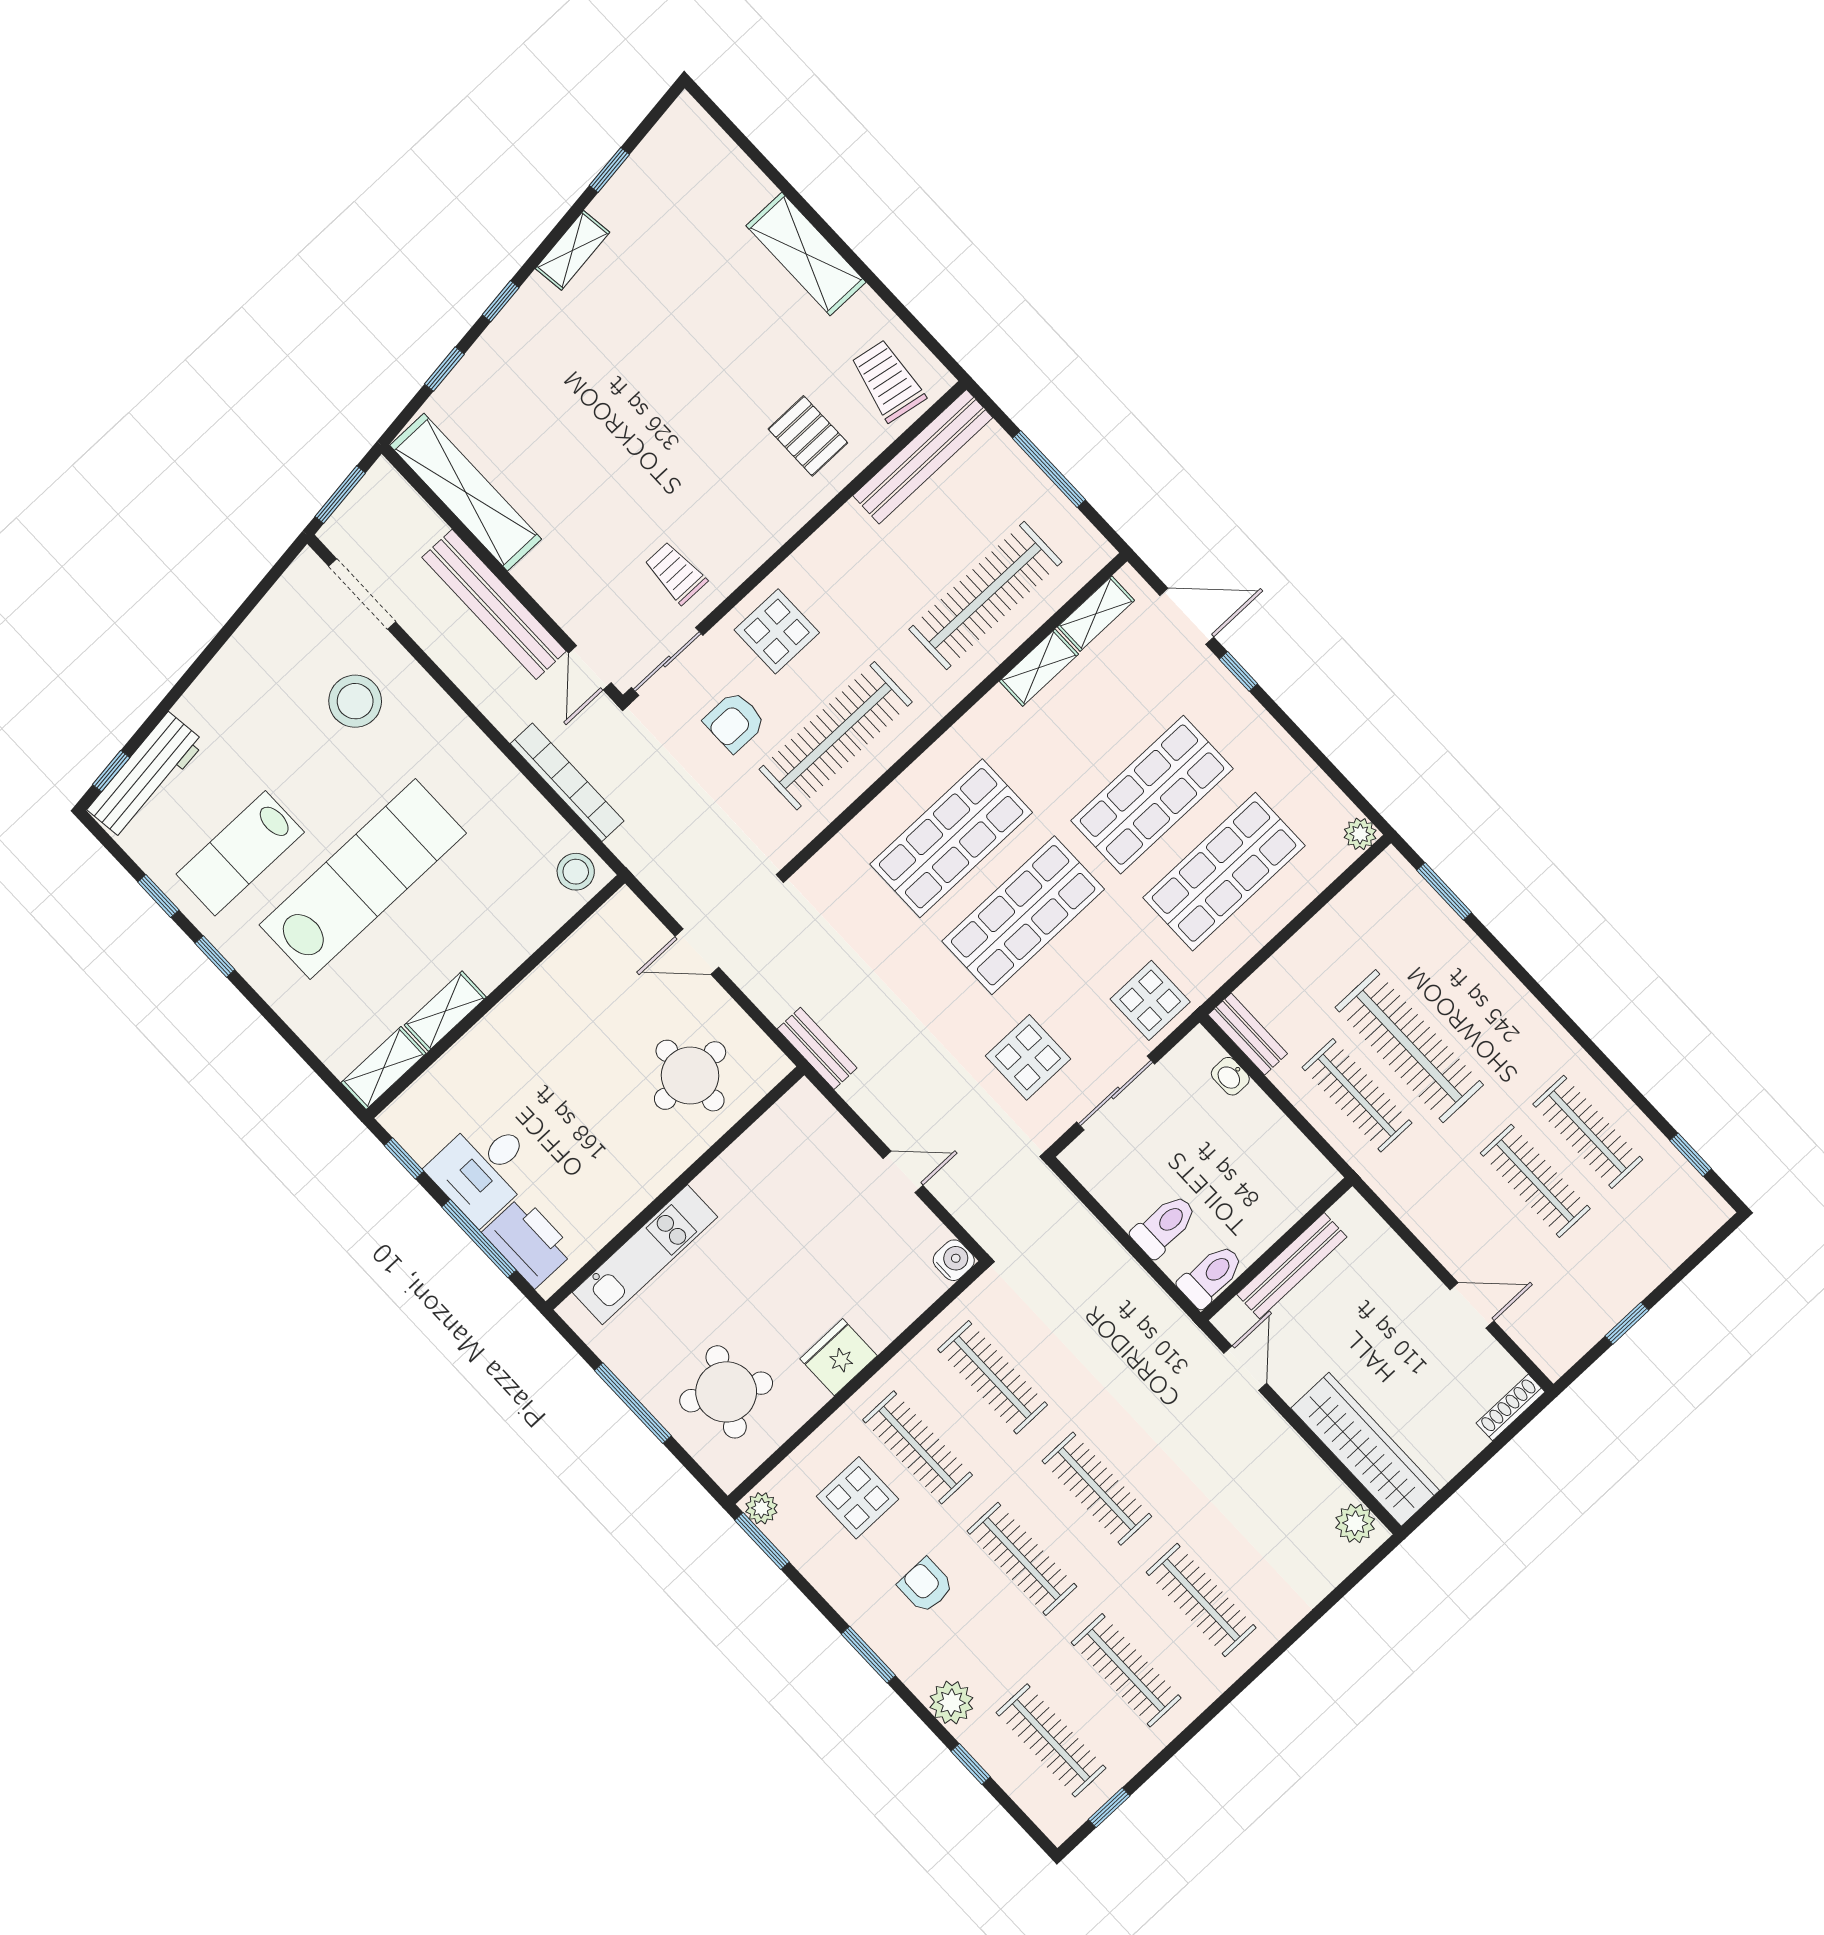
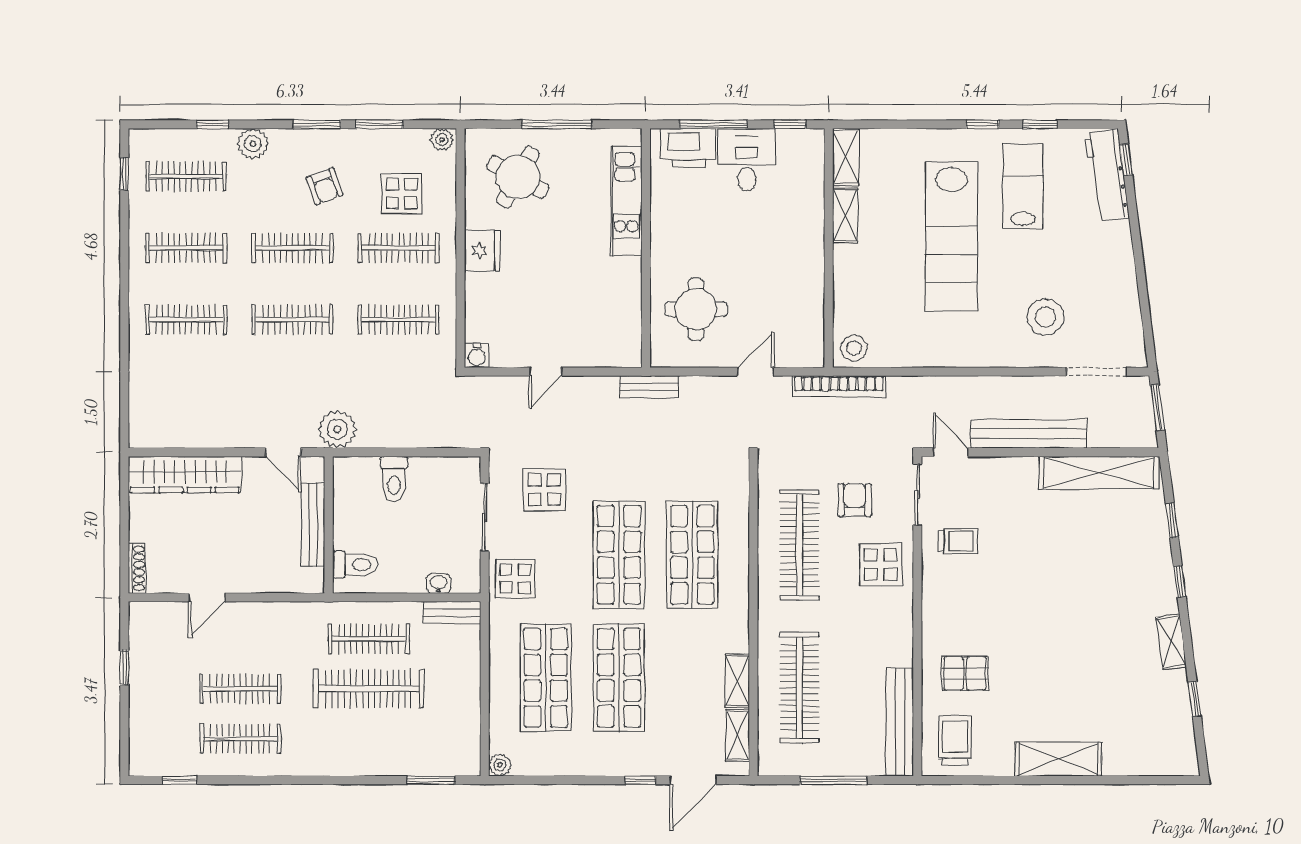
trolley: (888, 381) -> (955, 740), turned -100
bookcase: (567, 782) -> (839, 386), moved
toilet: (1211, 1276) -> (355, 565), moved, turned -90
plant: (1355, 1523) -> (337, 429), moved, width x1.36, depth x1.36
window: (762, 1541) -> (379, 124), moved
armchair: (926, 1586) -> (325, 186), turned 70

